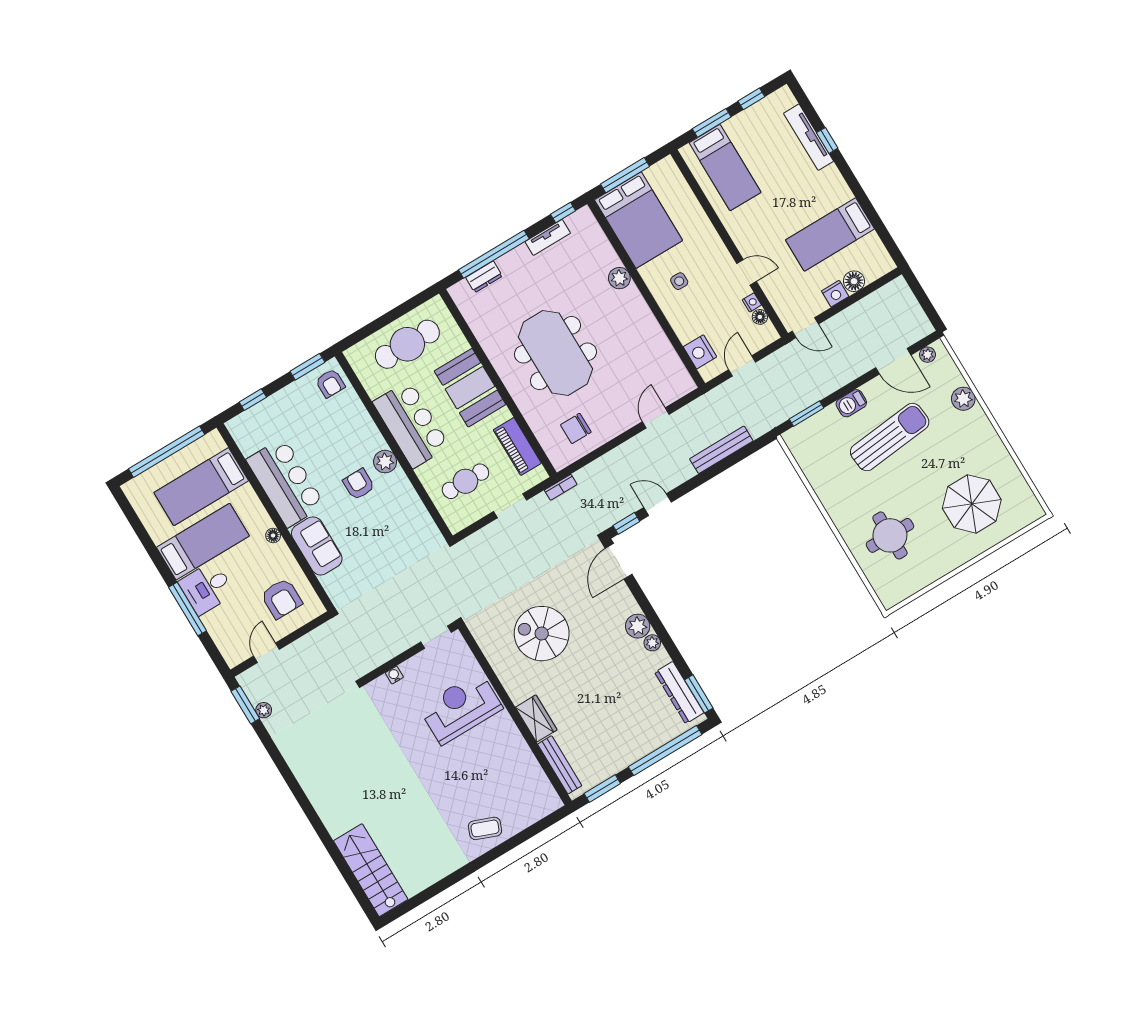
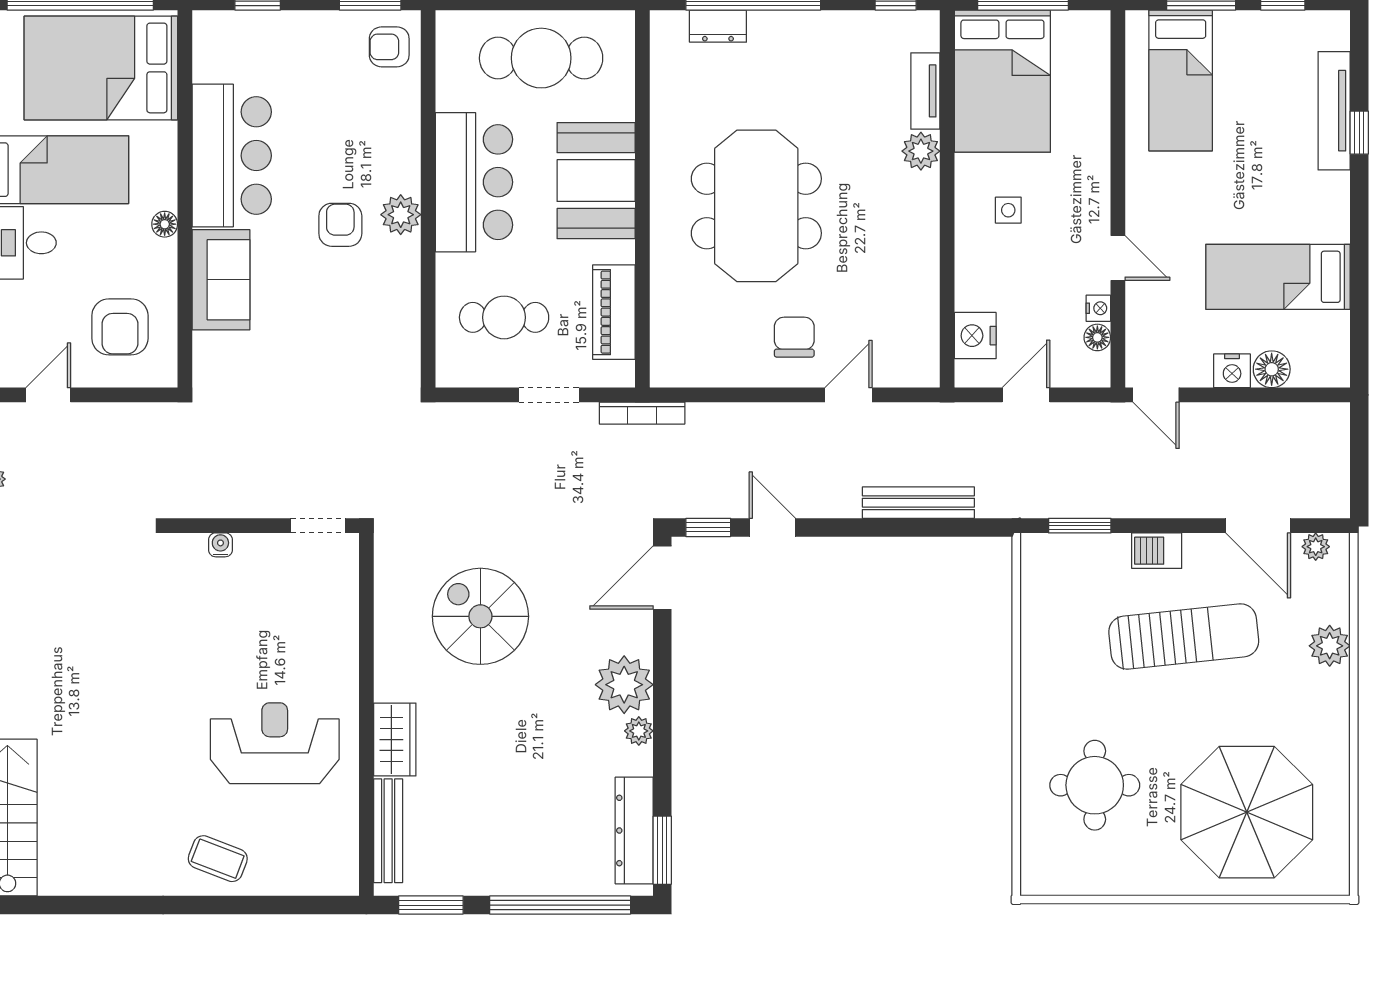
tv unit: (548, 237) -> (925, 91), moved, turned 90
armchair: (330, 383) -> (389, 47), turned 90
chair: (576, 428) -> (794, 337), moved, turned 90
bed: (201, 487) -> (101, 68), width x1.50
bookcase: (561, 487) -> (642, 413), width x1.56
parasol: (972, 504) -> (1247, 812), width x1.36, depth x1.36
plant: (638, 626) -> (624, 685), width x1.36, depth x1.36
reception desk: (461, 708) -> (275, 743), moved

